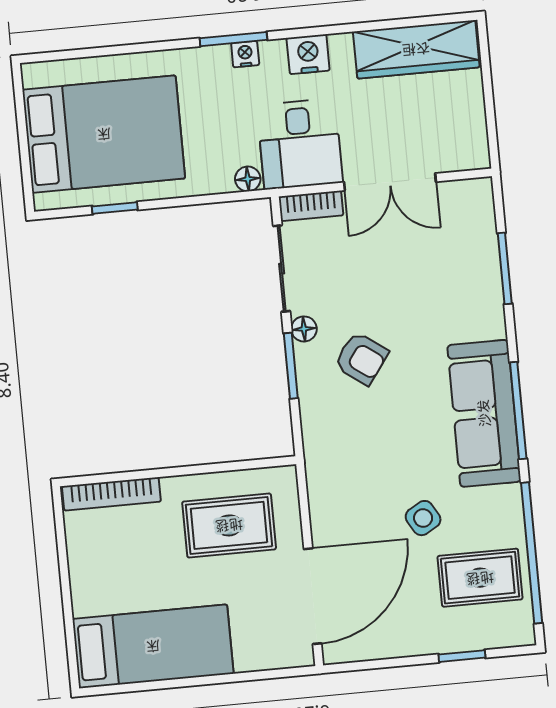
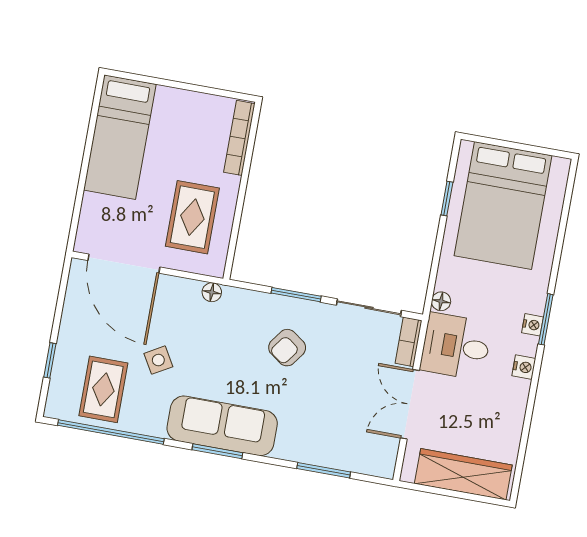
wardrobe: (416, 49) -> (463, 474), moved, turned 90
nightstand: (308, 54) -> (524, 367), width x0.72, depth x0.74
floor lamp: (304, 329) -> (212, 292), moved
window: (518, 411) -> (217, 451), width x0.69

